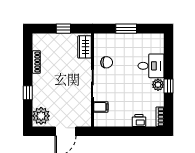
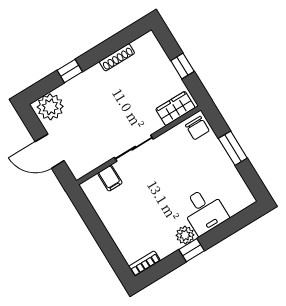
chair: (107, 62) -> (197, 128), moved
printer: (139, 120) -> (123, 239), removed

